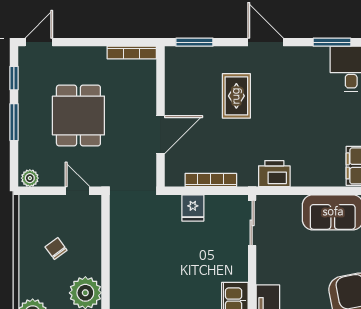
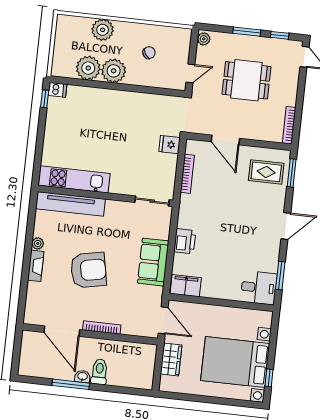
rug: (236, 96) -> (266, 172), moved
printer: (274, 174) -> (185, 241), moved
fridge: (193, 208) -> (170, 145), moved

